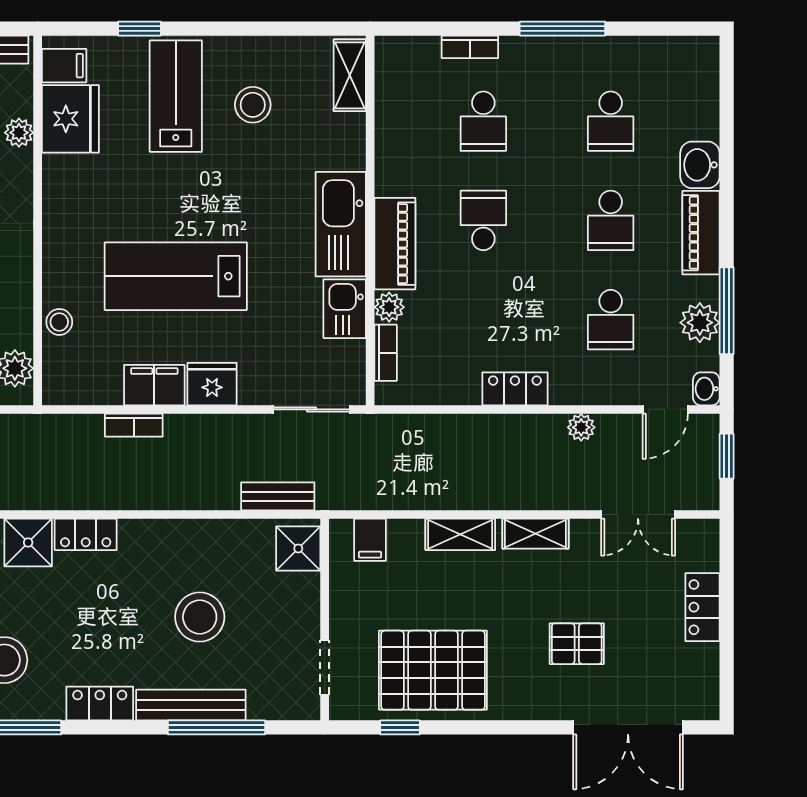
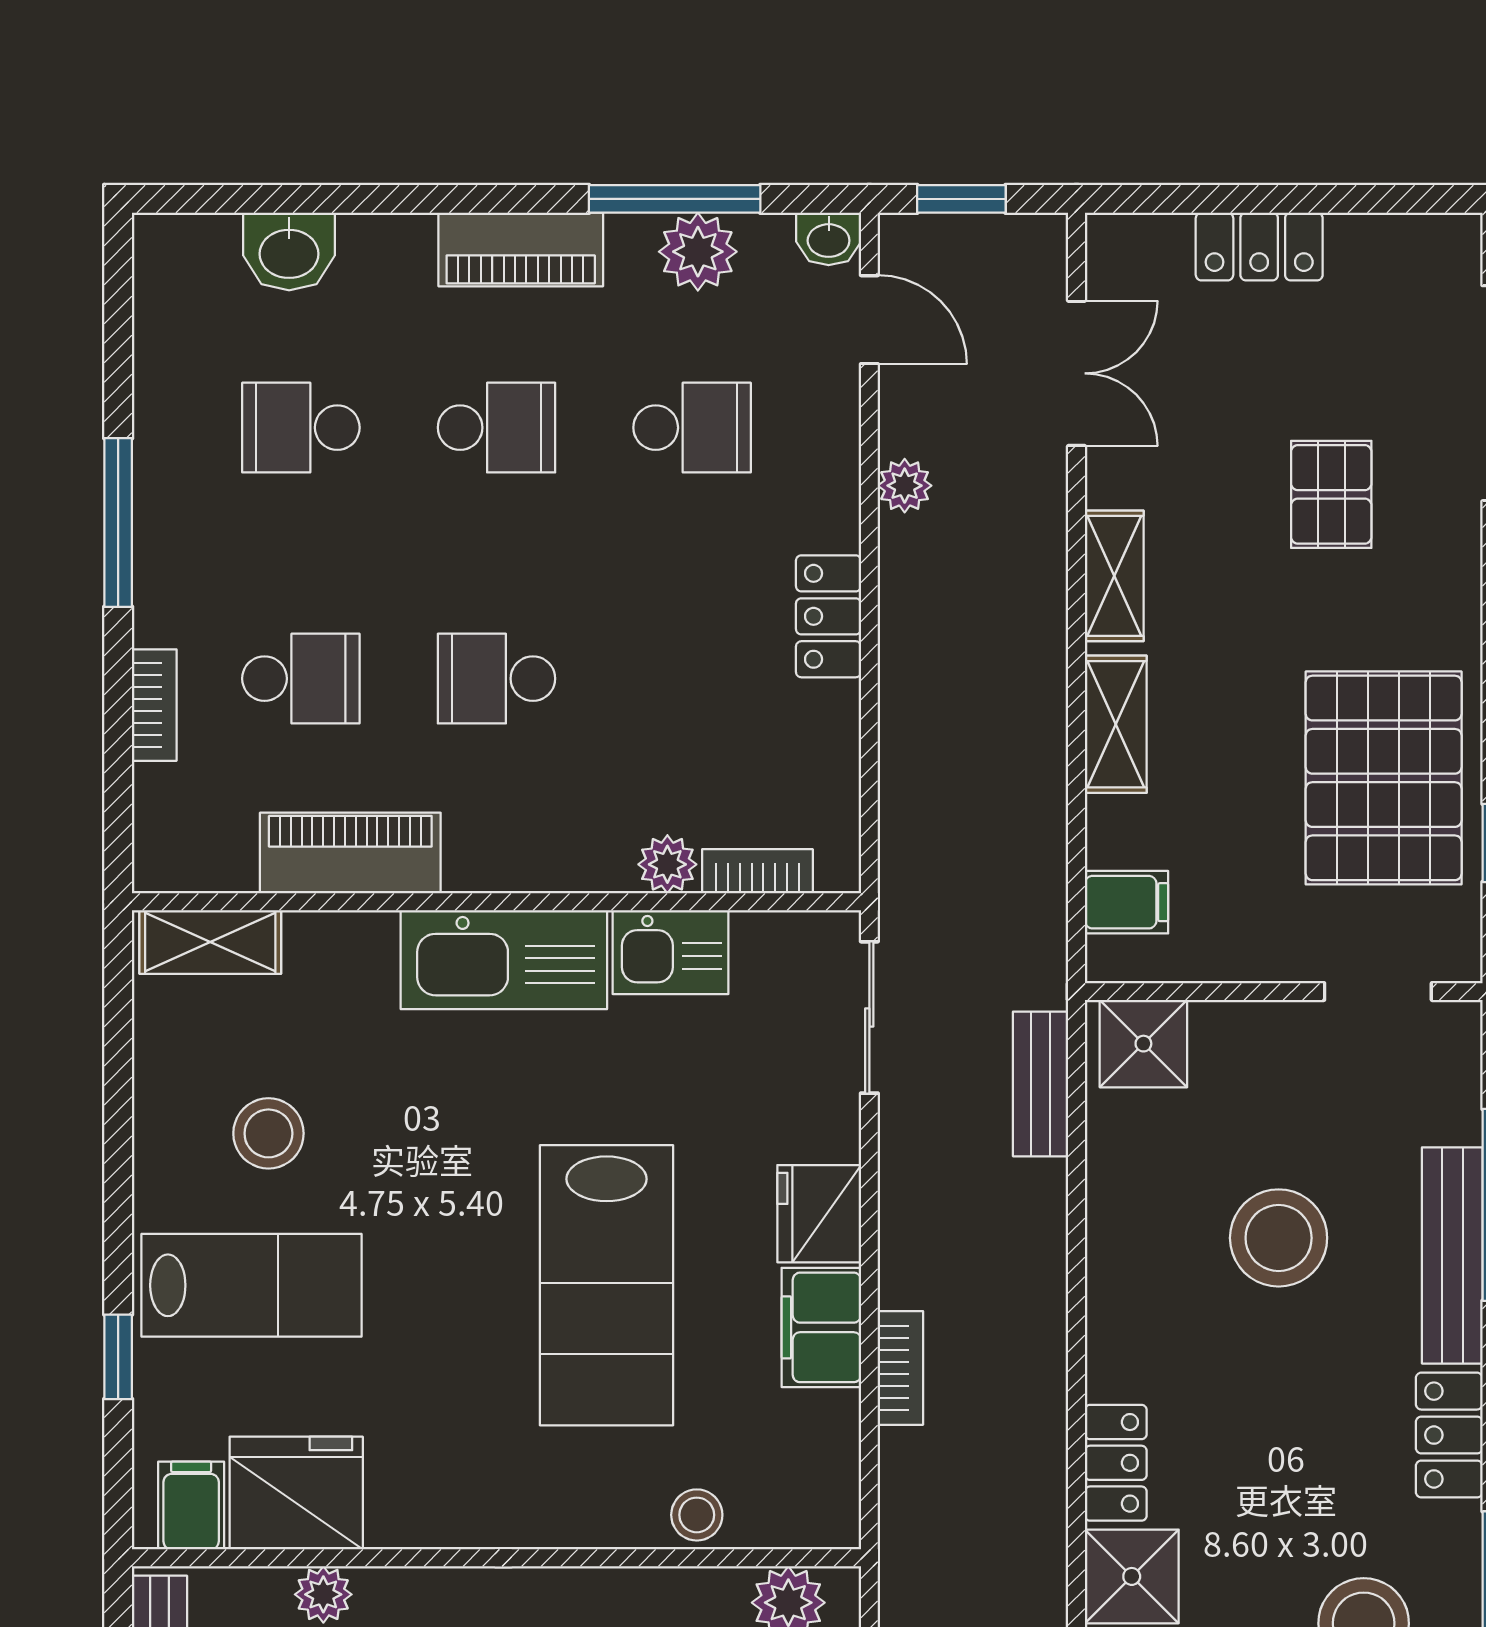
lab bench: (176, 96) -> (251, 1285), turned 180
school desk: (611, 121) -> (301, 428), turned 180
washbasin: (700, 165) -> (289, 252), moved
piano: (395, 244) -> (350, 853), moved

